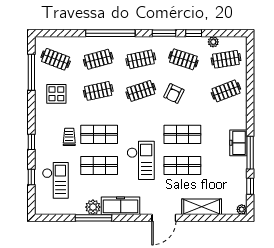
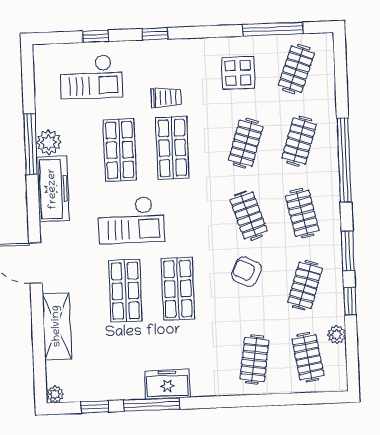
clothes rail: (98, 59) -> (299, 141), turned 33
clothes rail: (98, 91) -> (246, 143), turned 30
clothes rail: (226, 91) -> (254, 360), turned 30

